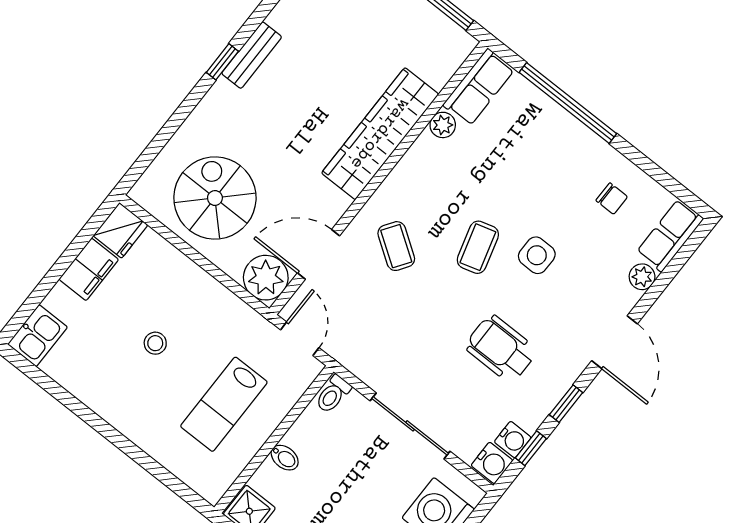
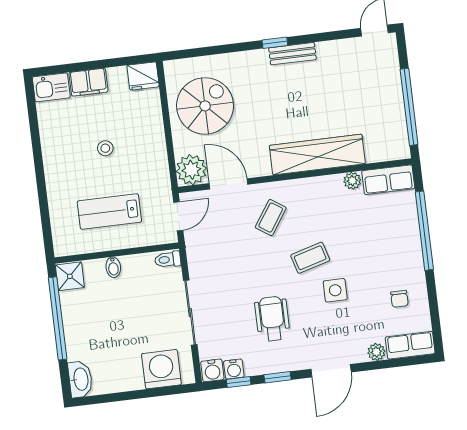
filing cabinet: (89, 269) -> (88, 82), moved

